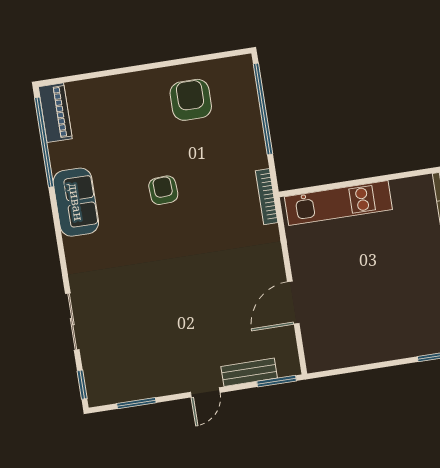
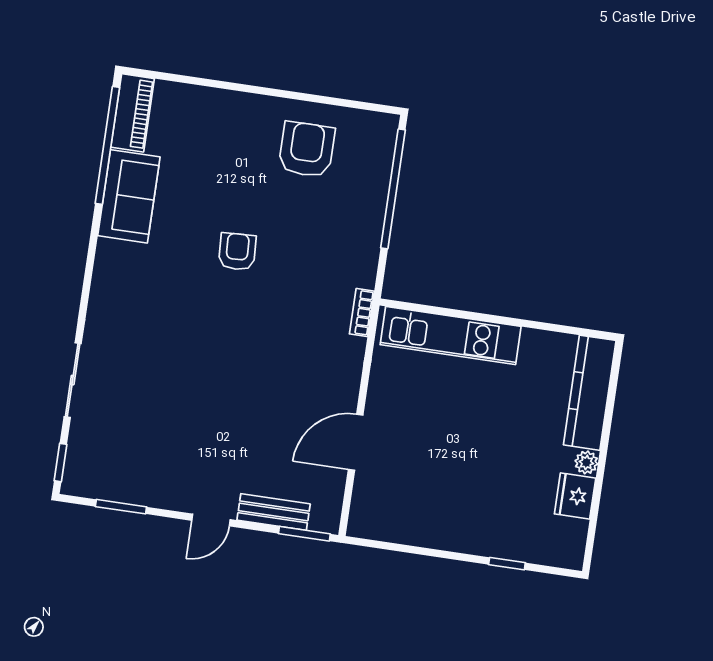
bookcase: (267, 197) -> (362, 312), width x0.64
sofa: (76, 202) -> (129, 196), moved

